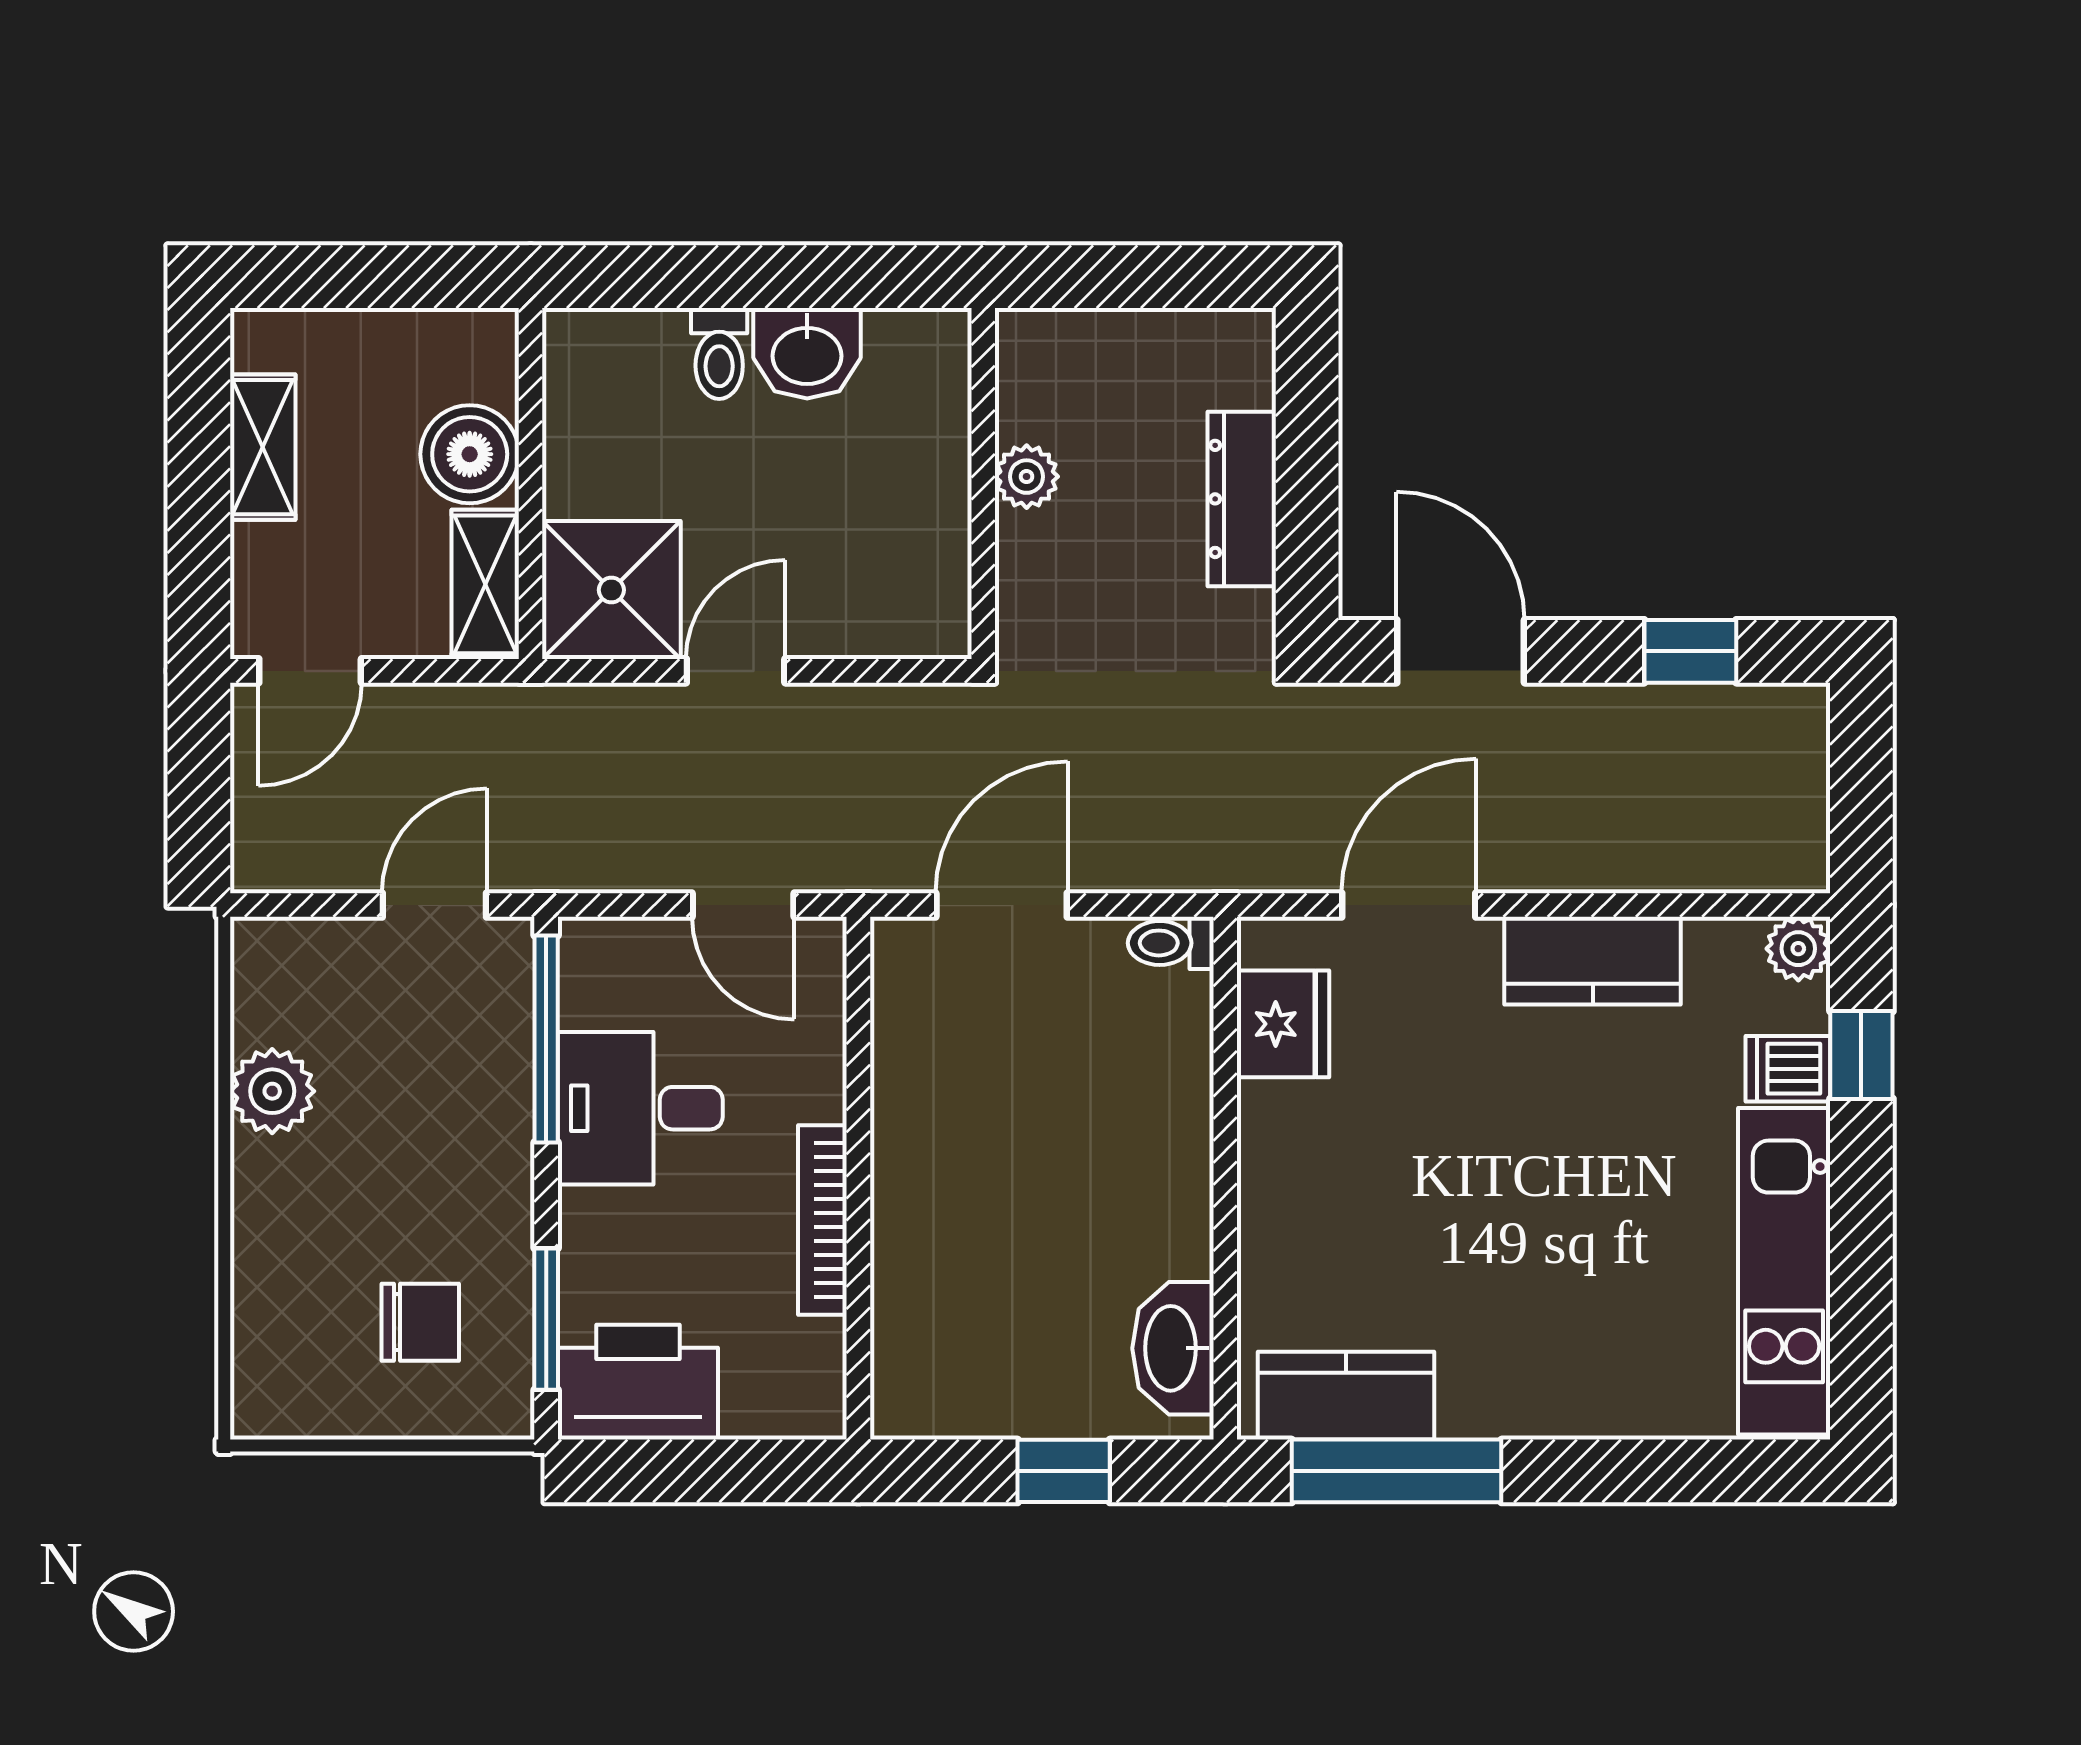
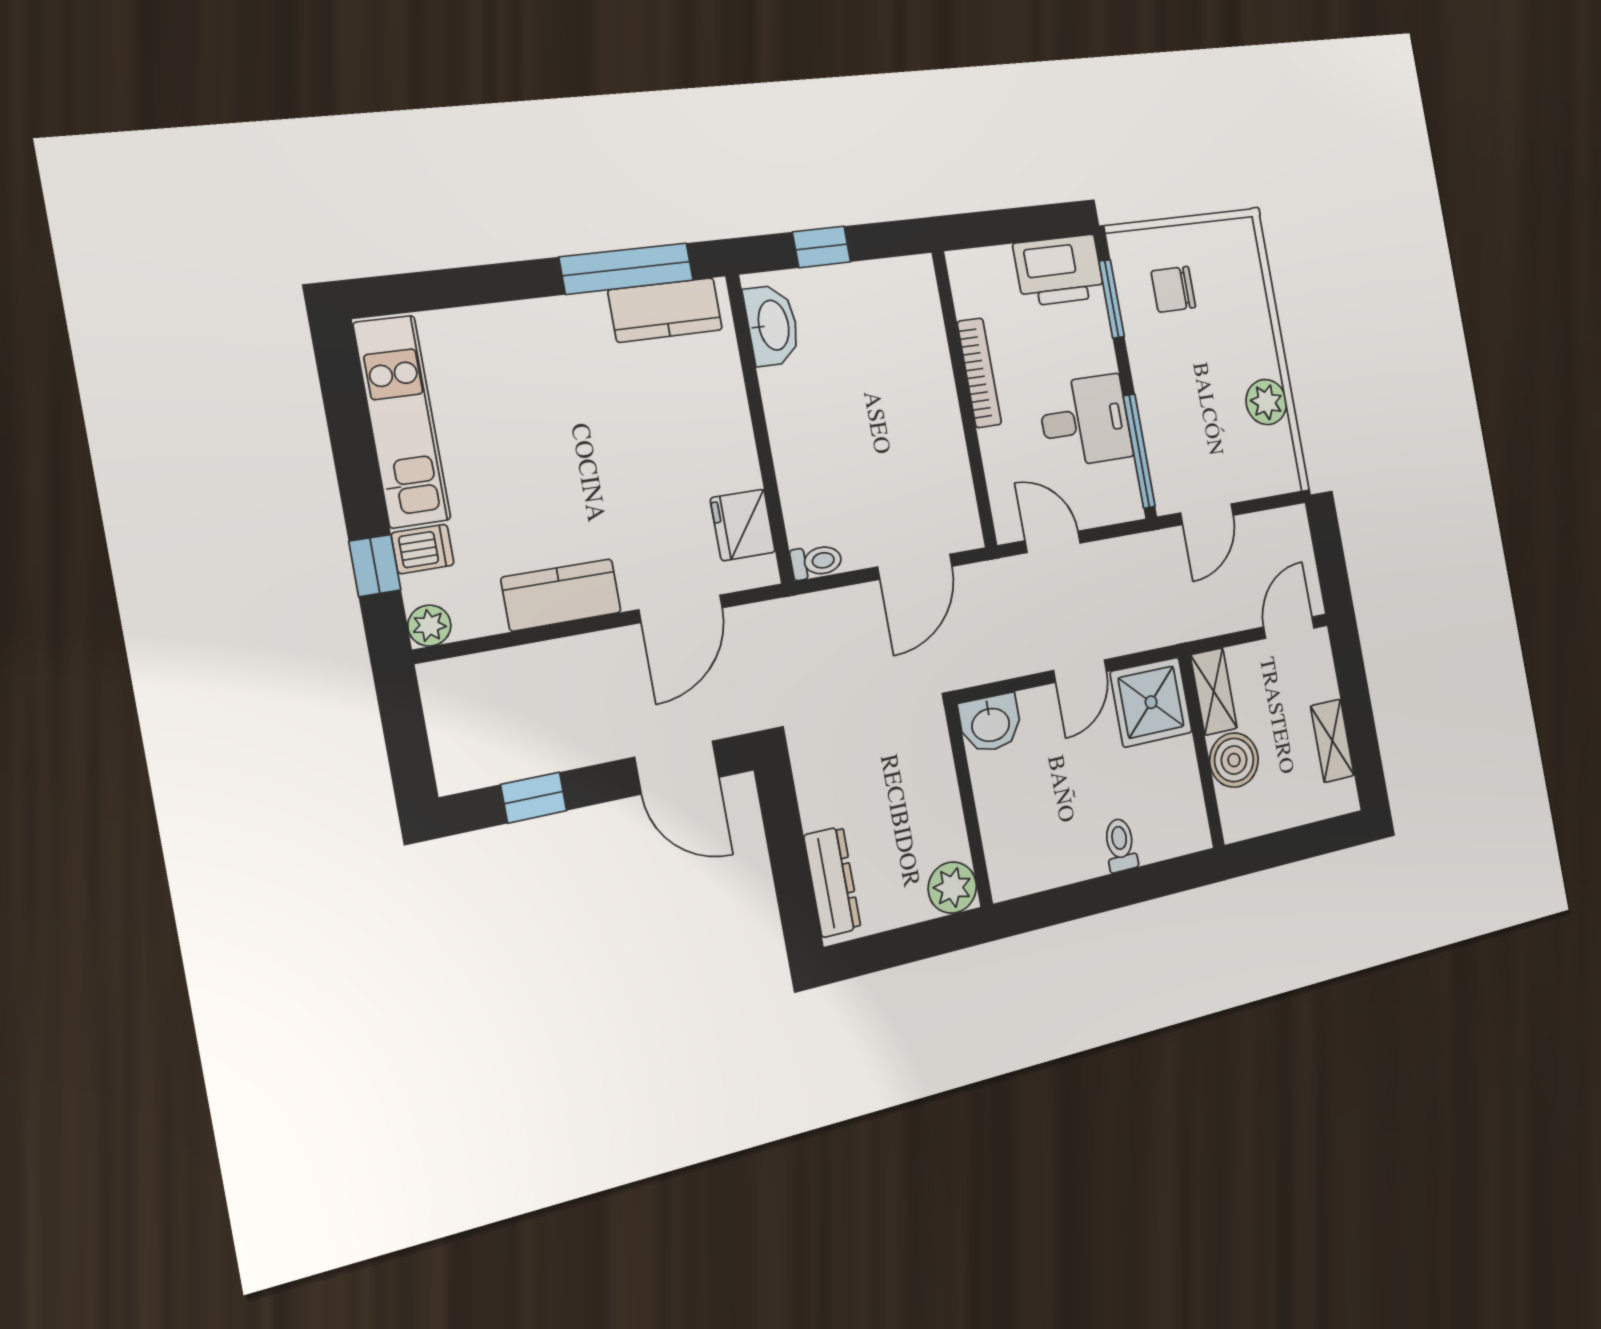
washbasin: (807, 353) -> (990, 723), moved, turned 180
plant: (1027, 477) -> (952, 888), moved, width x1.38, depth x1.38
dresser: (1242, 499) -> (832, 882), moved

